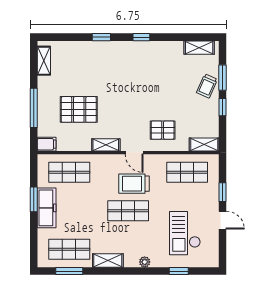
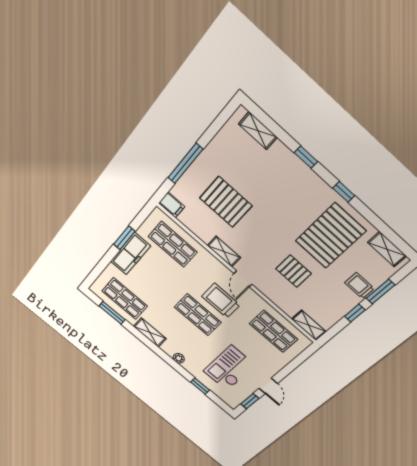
shelving: (44, 61) -> (258, 131), moved, turned 90
pallet: (160, 71) -> (330, 236), added
trolley: (207, 86) -> (359, 286), turned 66
pallet: (163, 130) -> (293, 271), moved
window: (223, 192) -> (250, 401), moved

